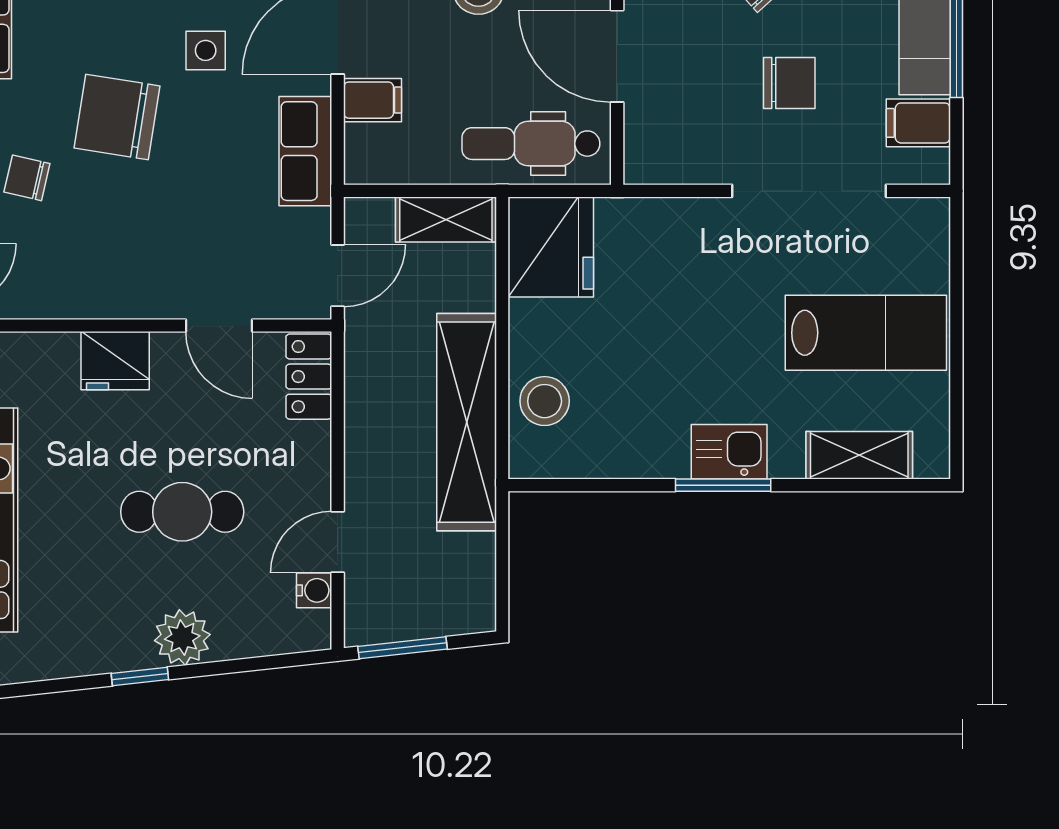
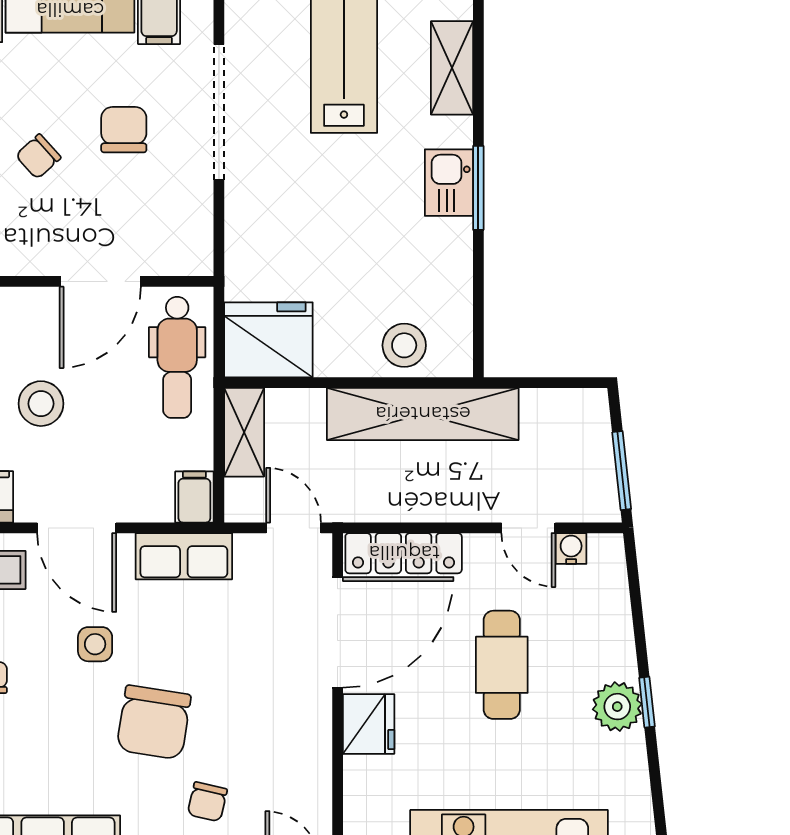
filing cabinet: (373, 100) -> (194, 497), moved
door: (219, 326) -> (338, 632), width x1.88
locker: (309, 377) -> (404, 553), width x1.53
plant: (182, 638) -> (617, 707), moved

